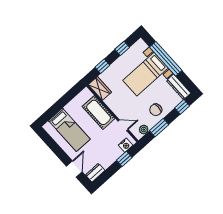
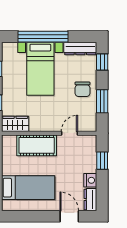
plant: (144, 130) -> (91, 117), removed
nightstand: (126, 145) -> (90, 180), moved

